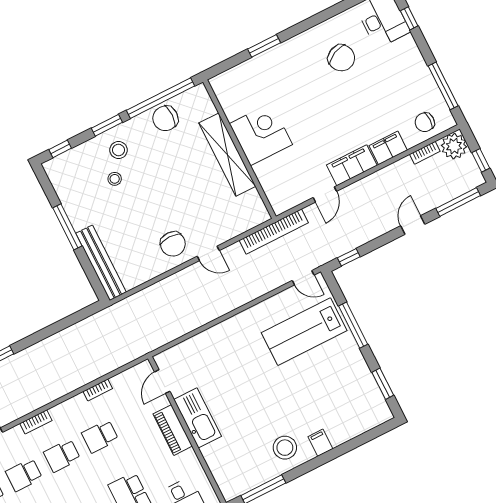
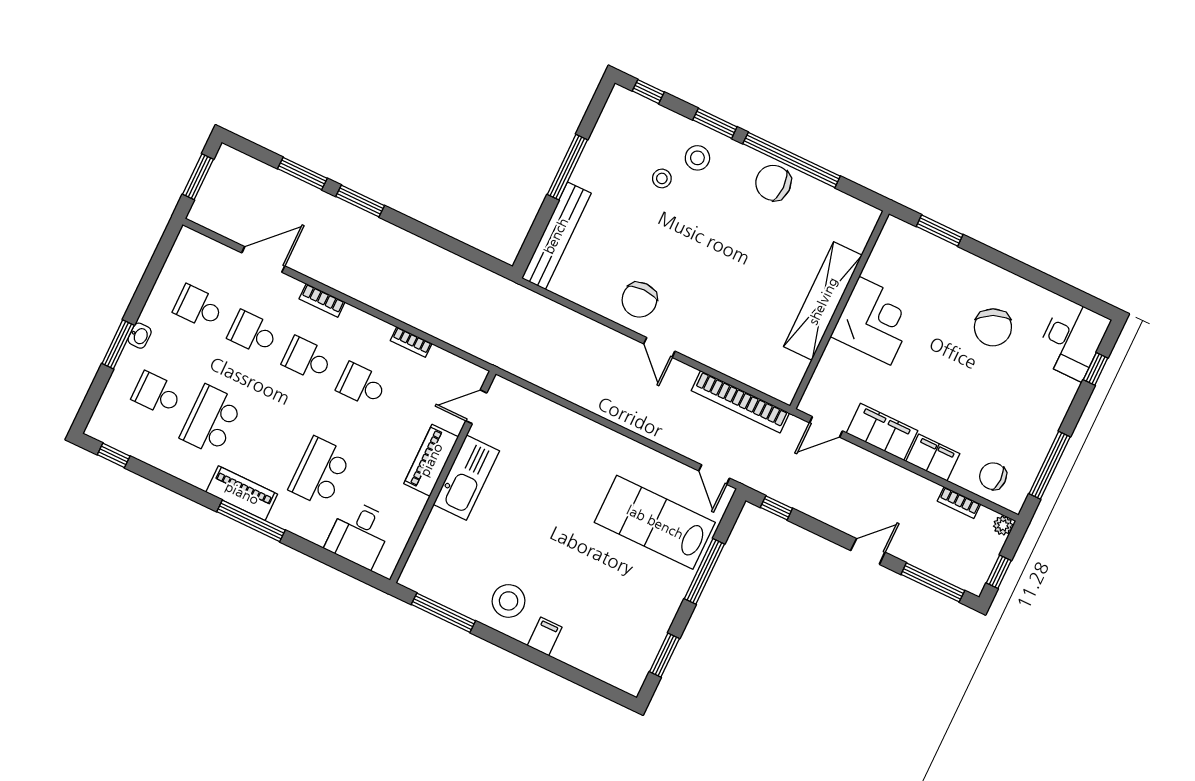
corner desk: (261, 134) -> (875, 321), moved
plant: (454, 146) -> (1003, 525), width x0.53, depth x0.53
wall: (240, 149) -> (840, 310), moved
shelving: (227, 155) -> (823, 301), moved

